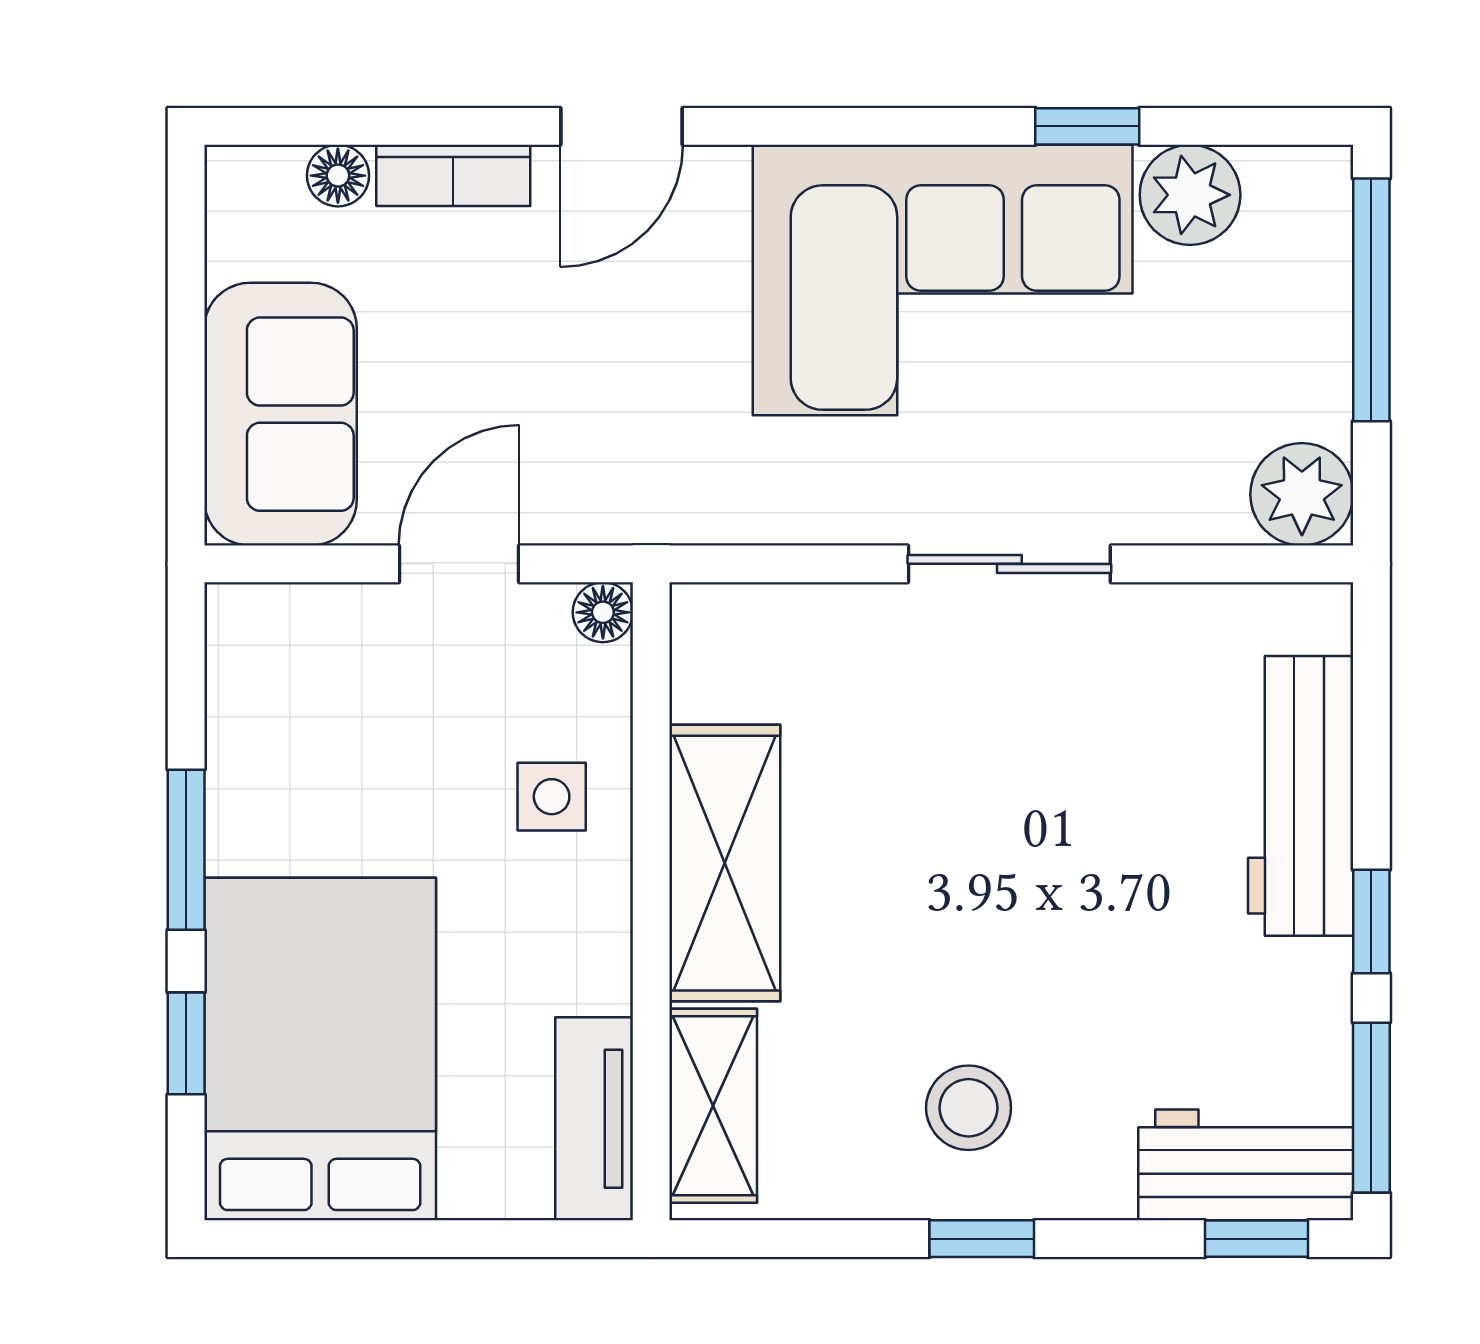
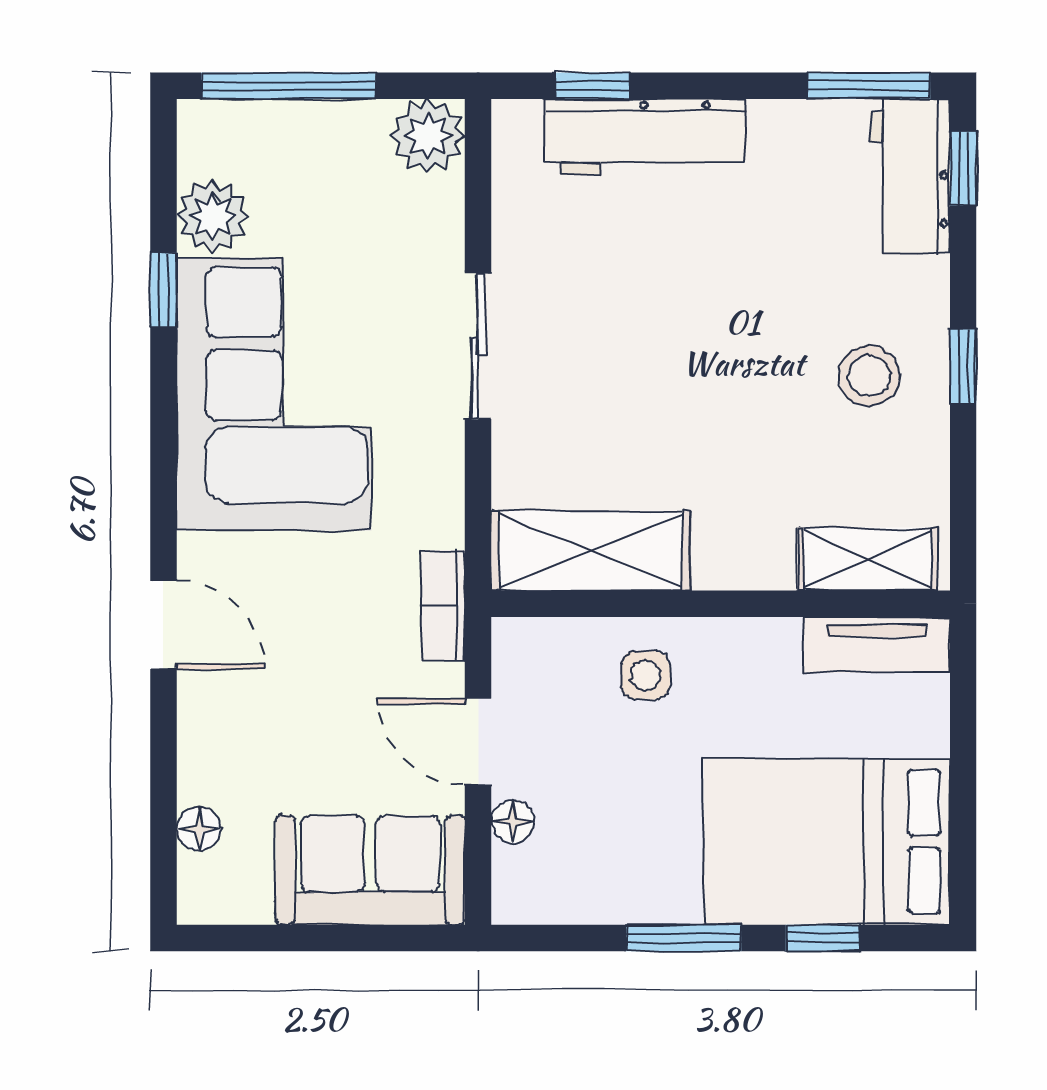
bookcase: (453, 175) -> (443, 605), moved, turned 180
floor lamp: (603, 612) -> (513, 822), moved
shelving: (725, 863) -> (591, 551), moved
window: (1371, 922) -> (592, 86), moved

